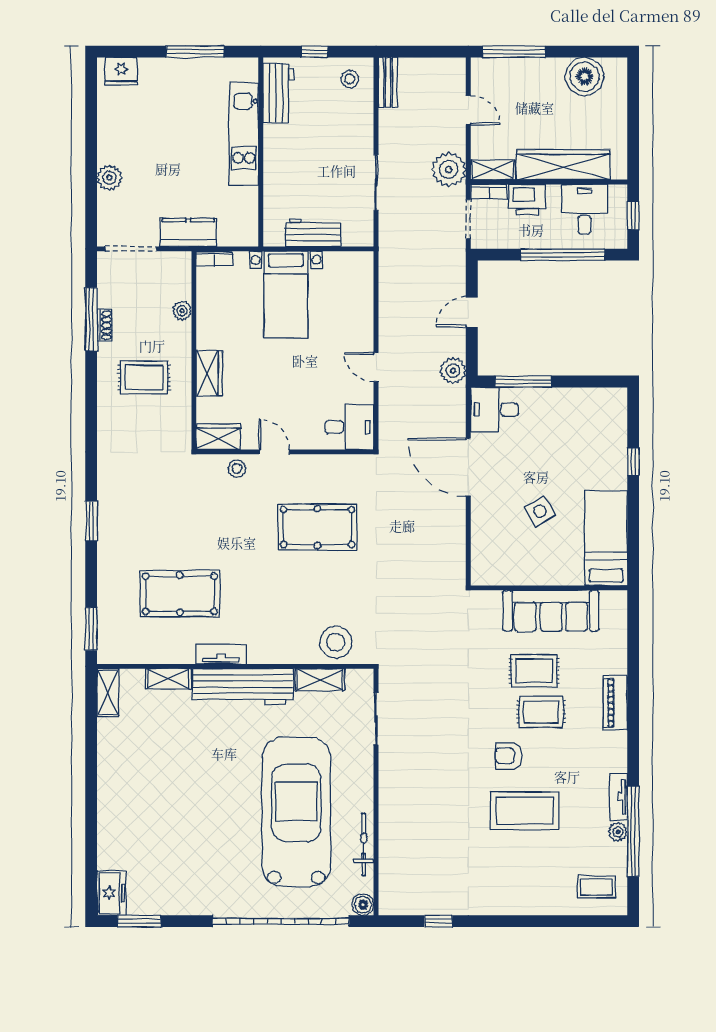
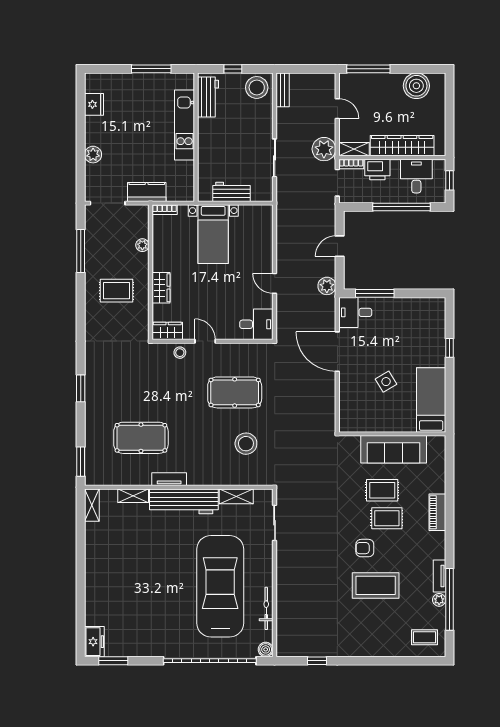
fridge: (121, 71) -> (94, 104), moved, turned -90
stool: (350, 79) -> (257, 87), width x1.89, depth x1.89
shoe rack: (105, 325) -> (90, 255), removed
stool: (336, 642) -> (246, 444), moved

